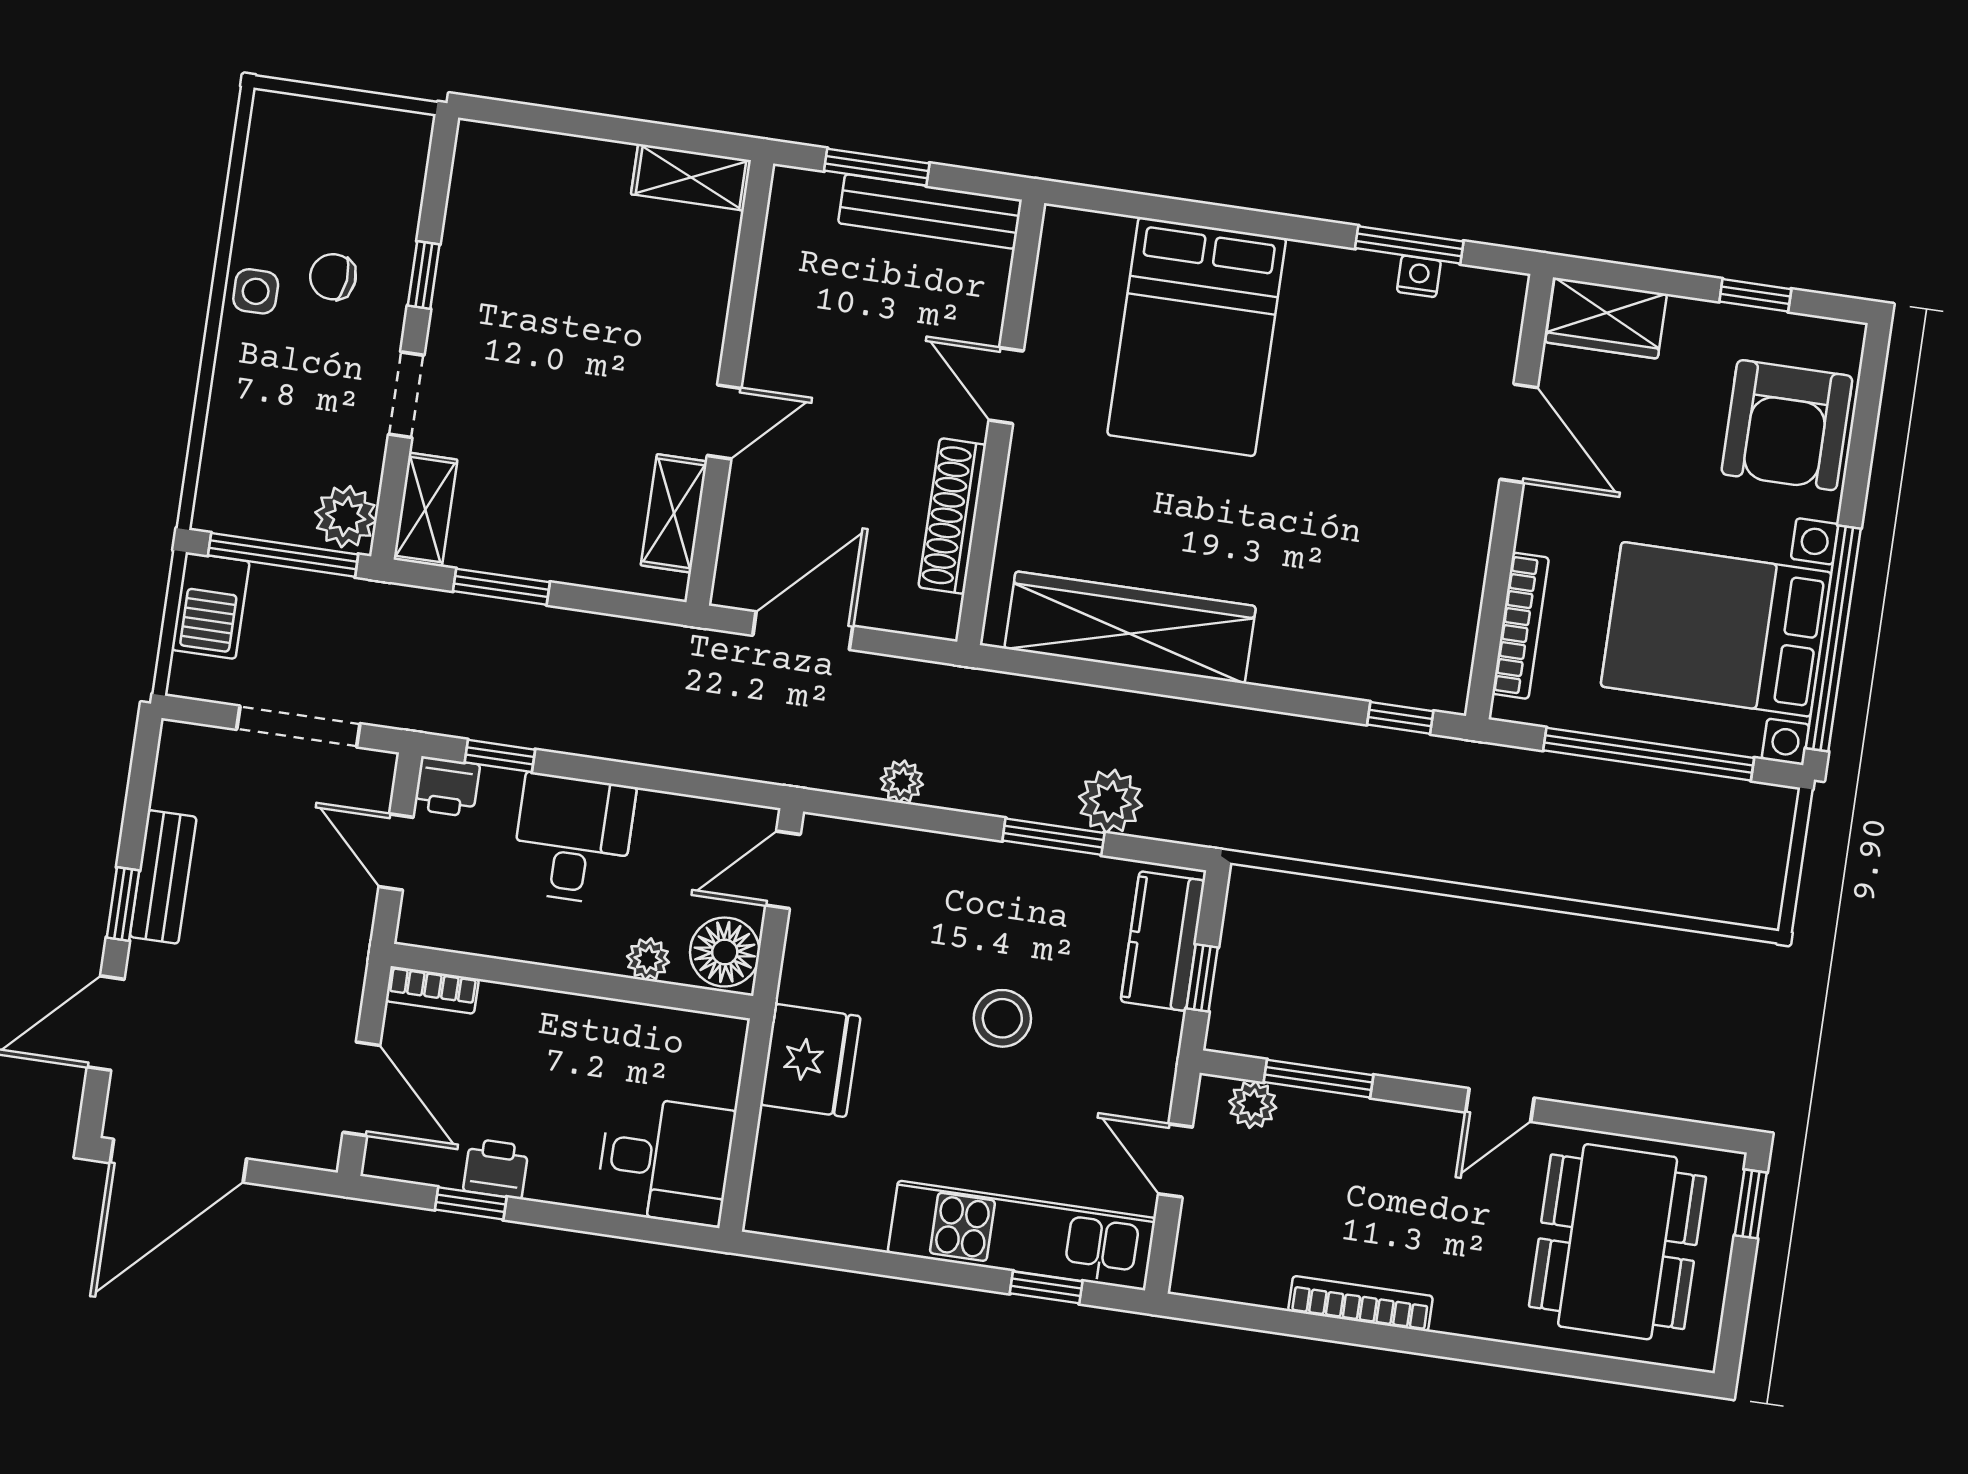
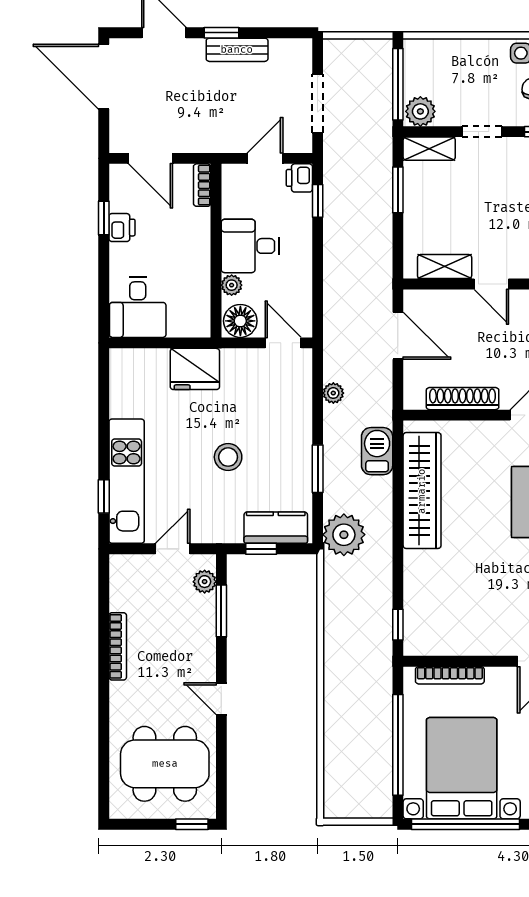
barbecue: (210, 606) -> (377, 451), moved, turned 90
plant: (1110, 801) -> (344, 535), moved, width x1.36, depth x1.36
desk: (573, 839) -> (250, 246), moved, turned 180
door: (361, 1089) -> (150, 158), hinge flipped

